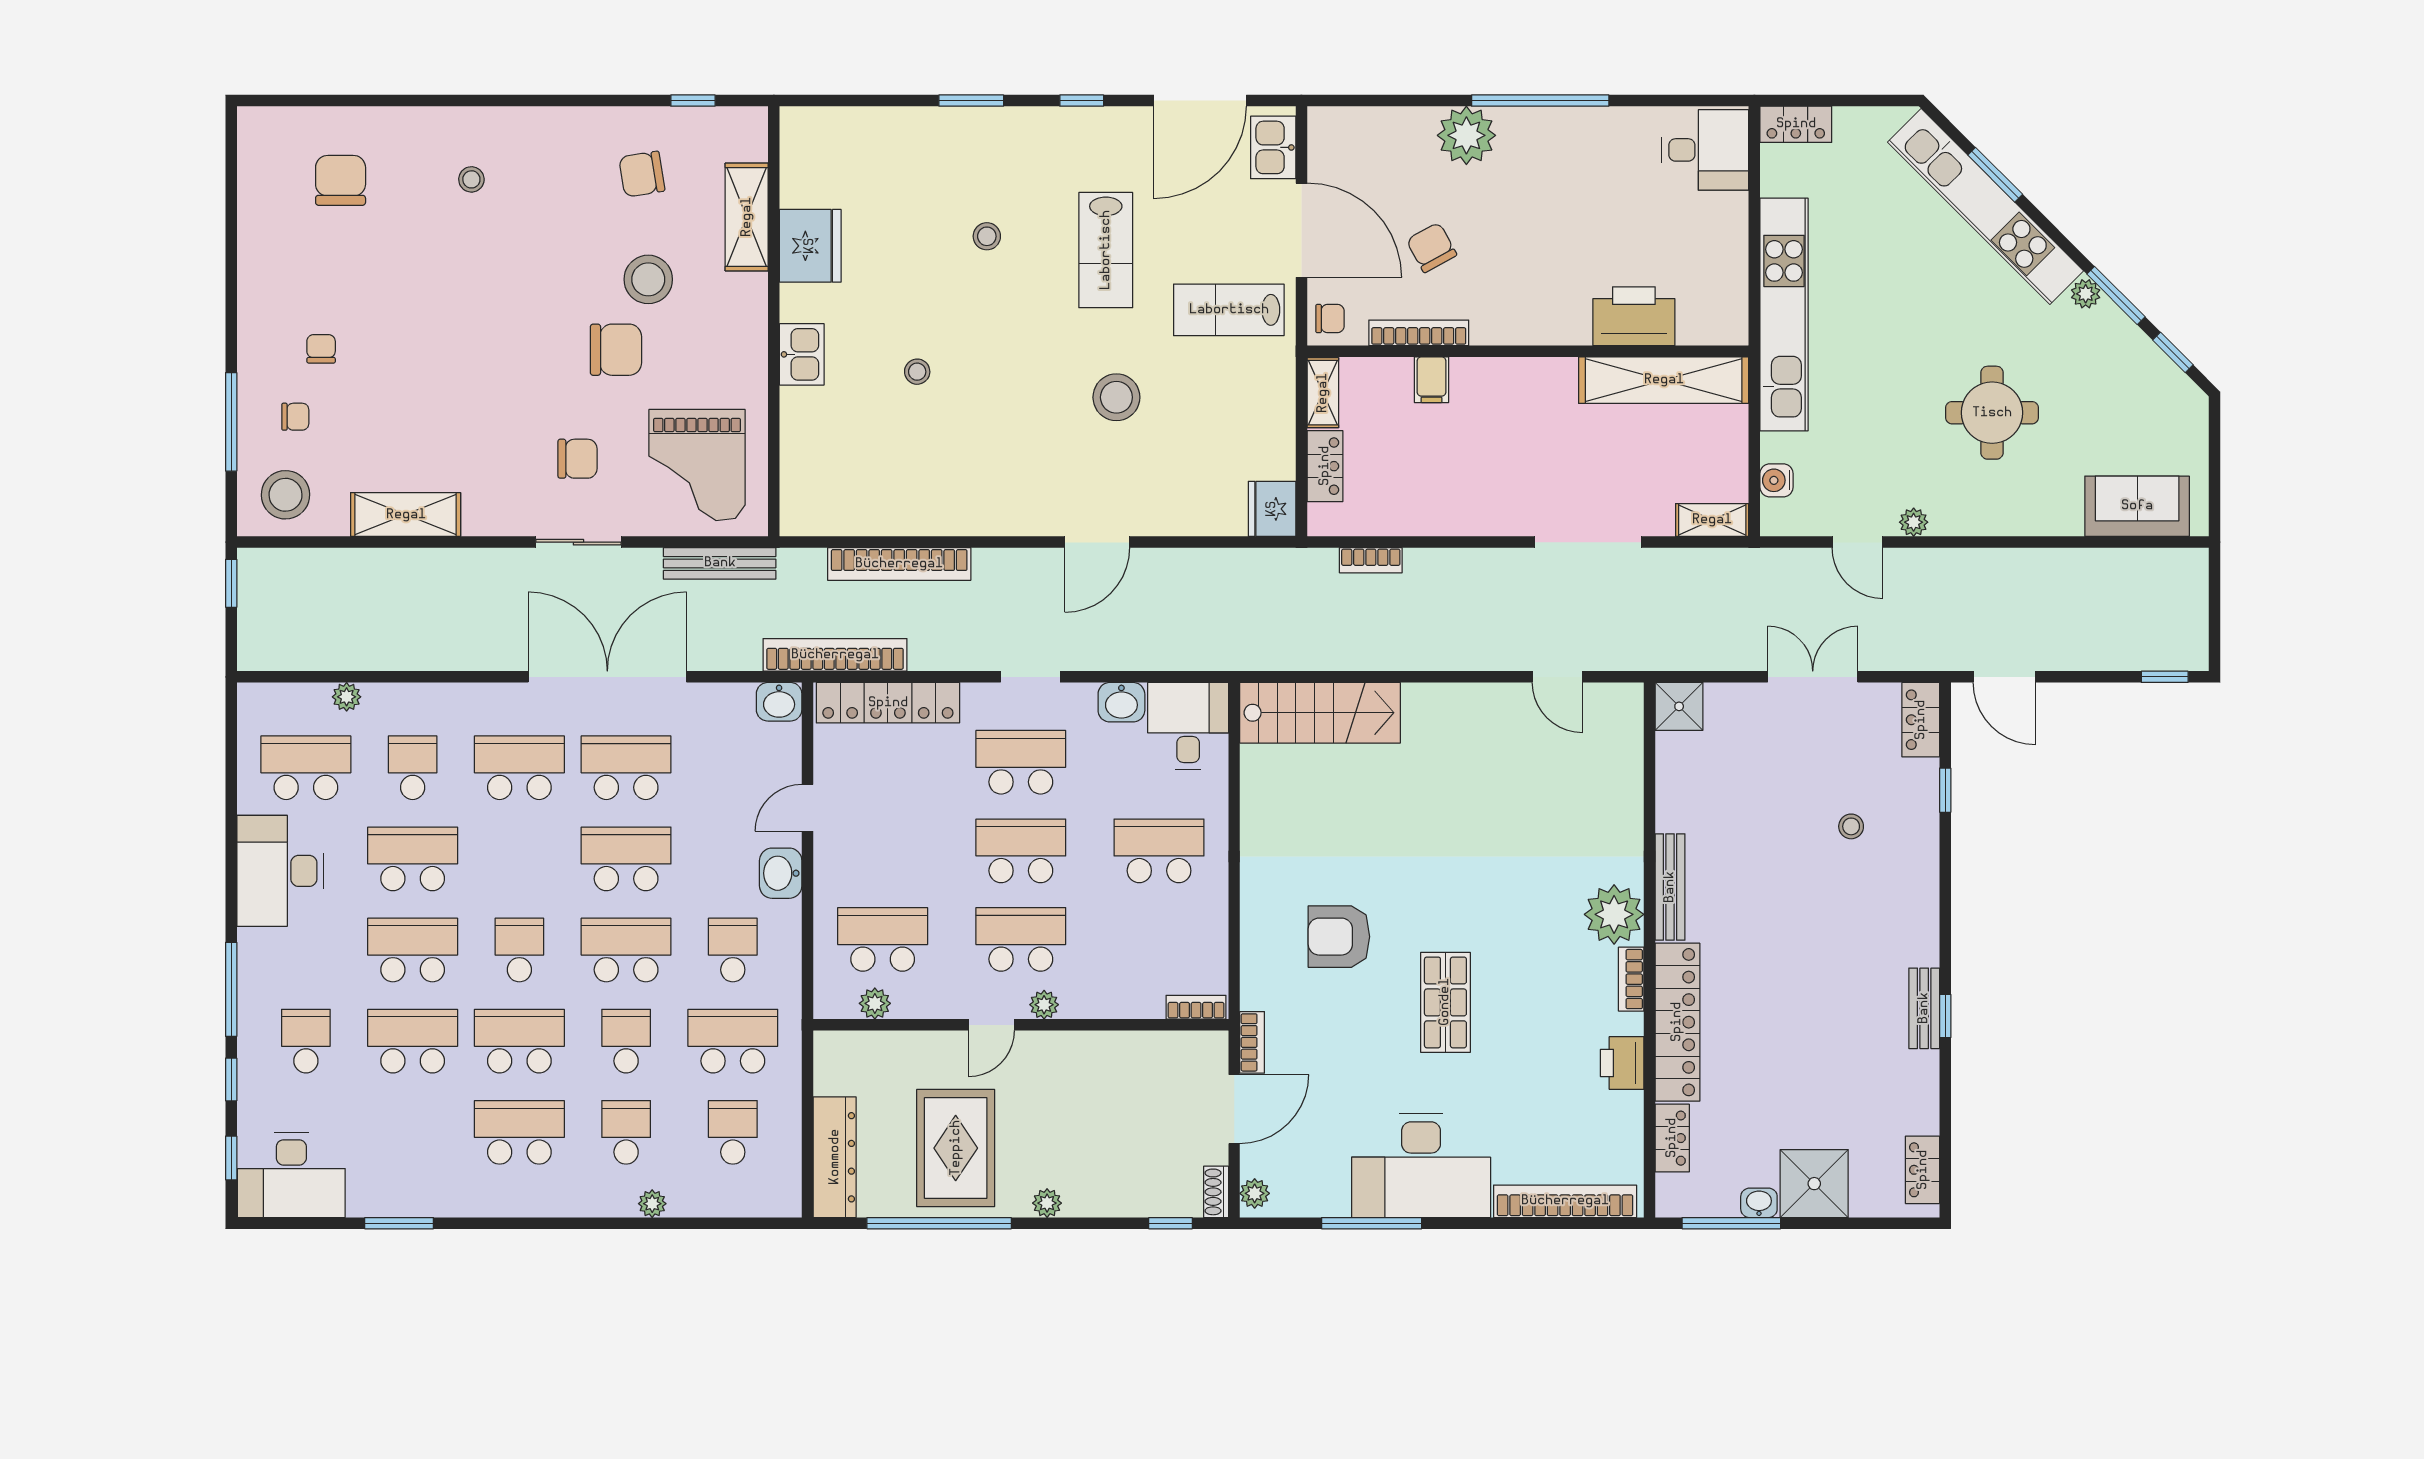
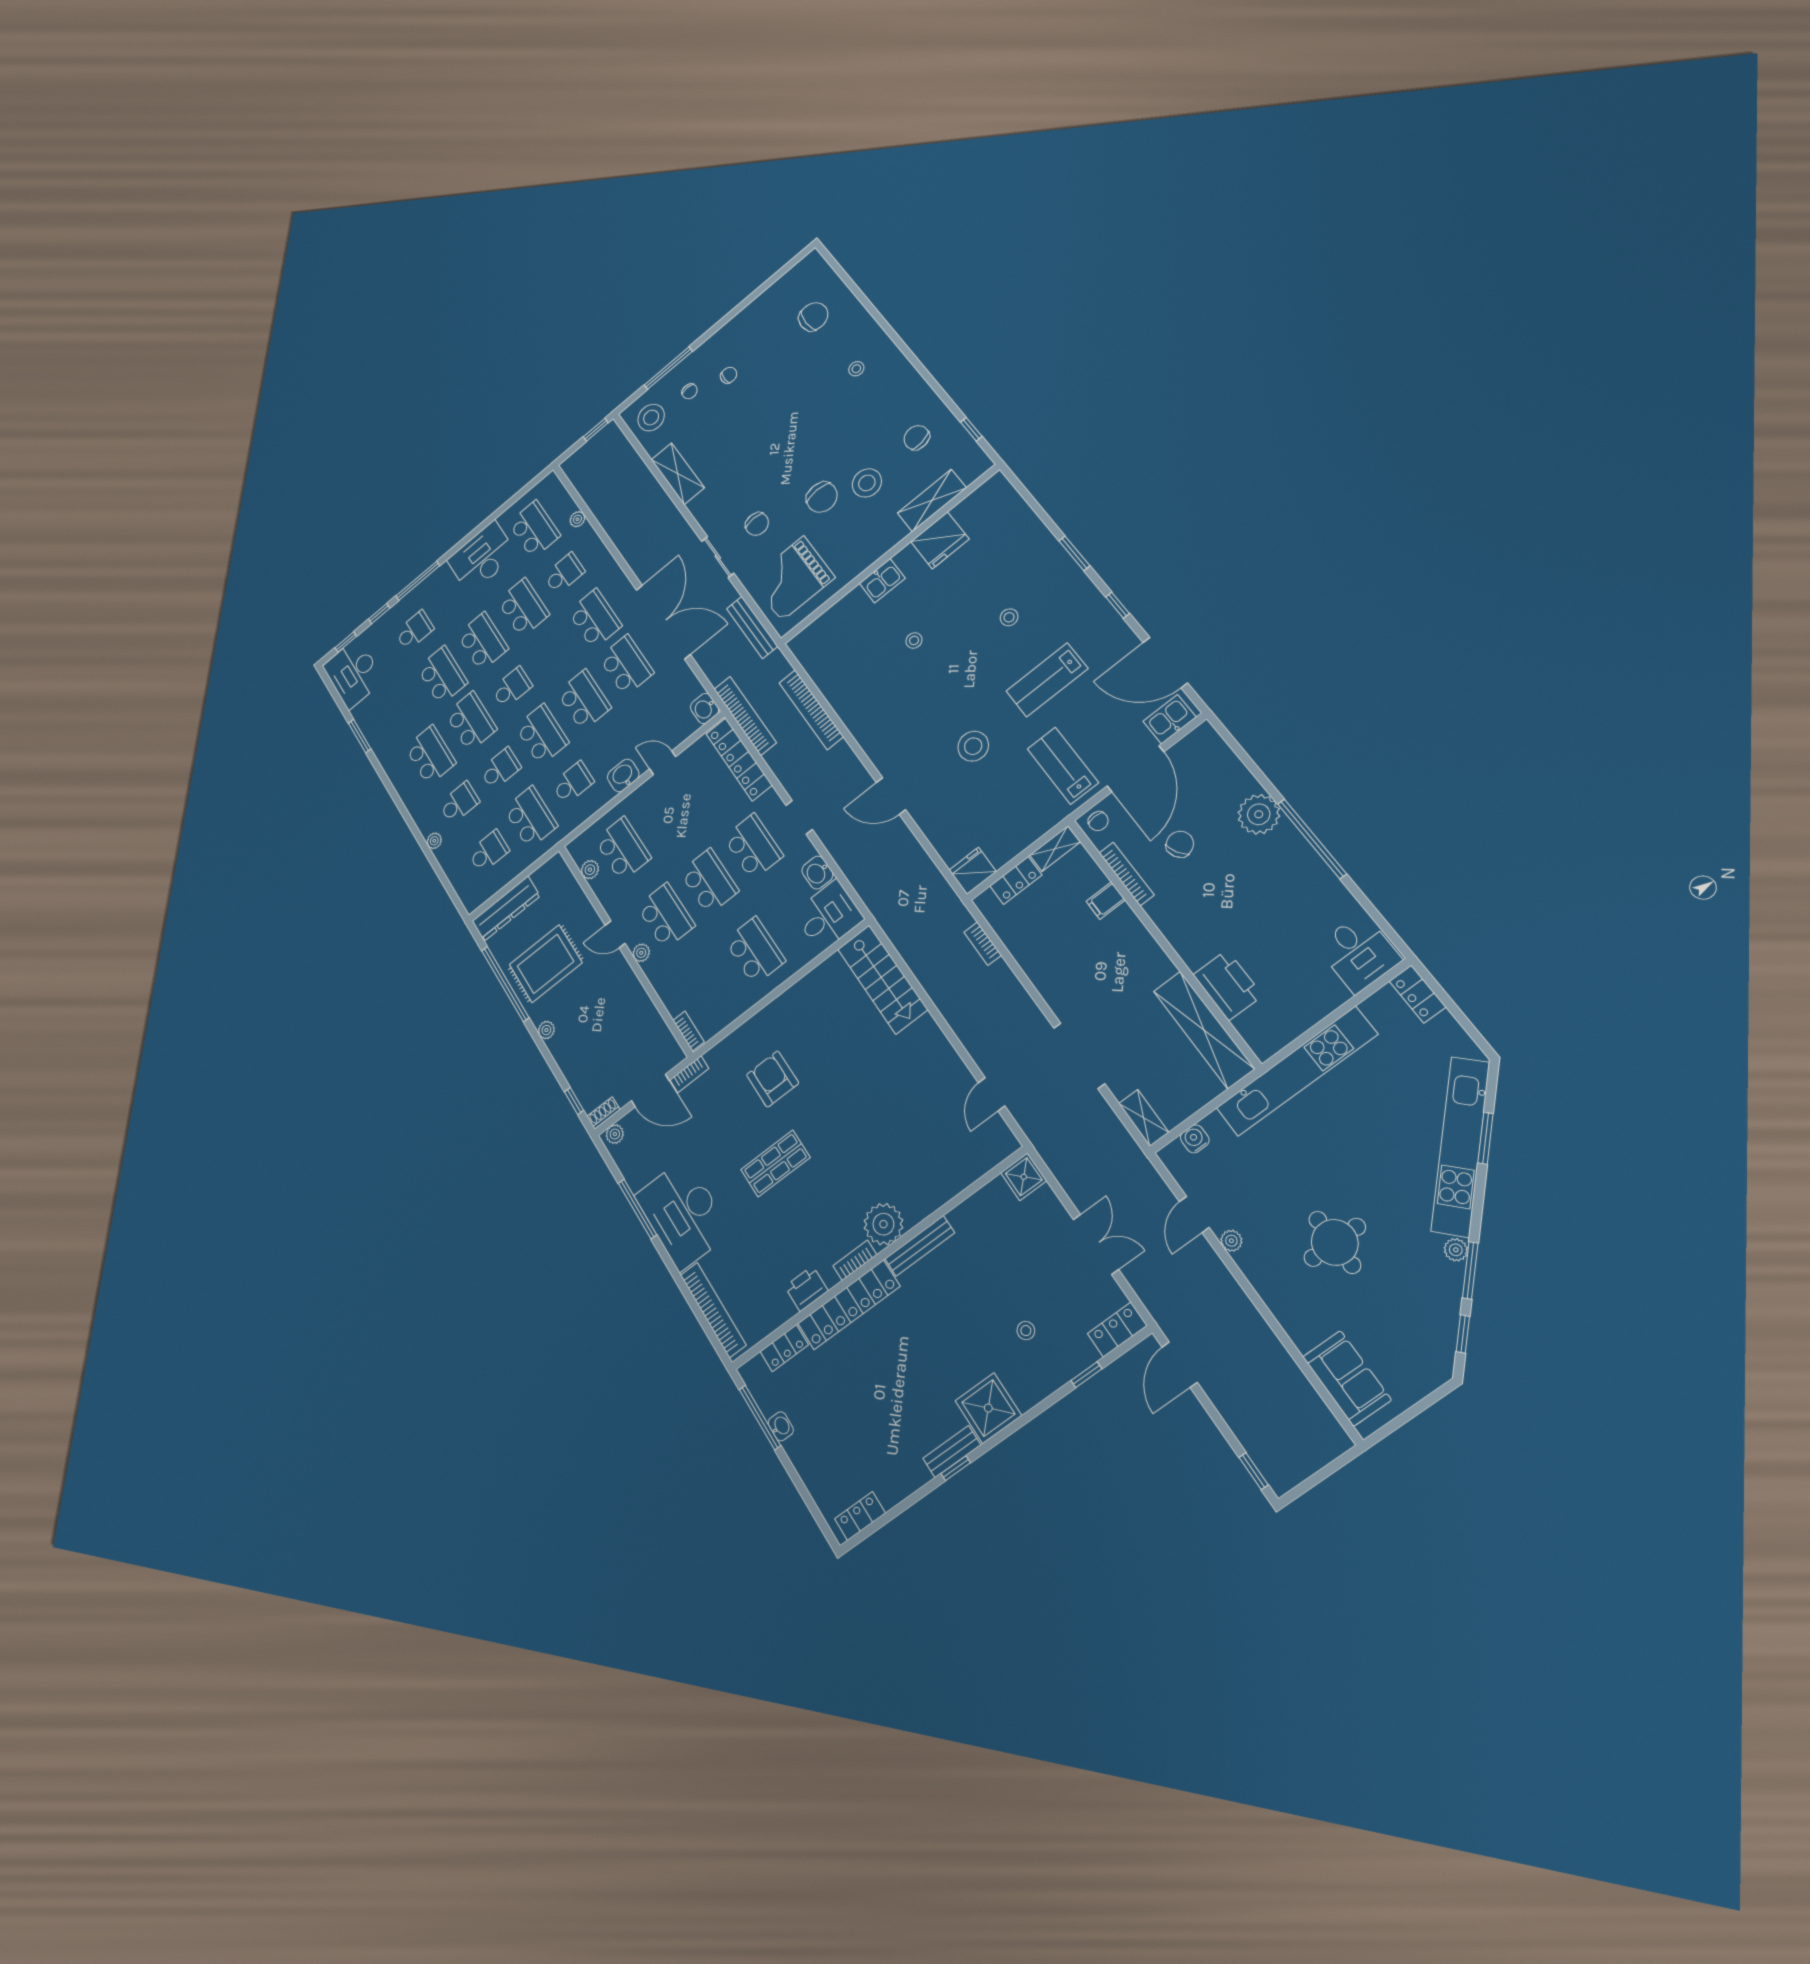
shower: (1814, 1184) -> (988, 1408), moved

